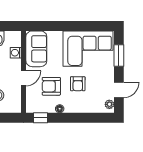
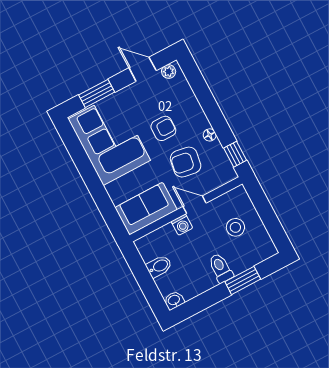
washing machine: (16, 53) -> (182, 225), moved
armchair: (51, 86) -> (186, 162), turned 99

